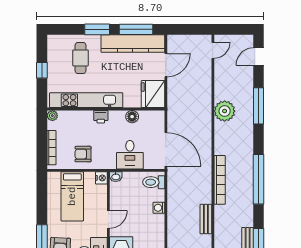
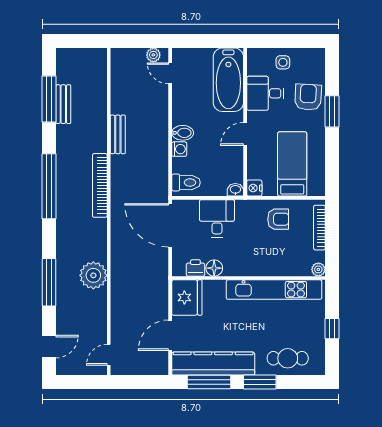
cafe table: (80, 58) -> (288, 358), moved, turned 90
printer: (101, 117) -> (195, 268), moved
bidet: (156, 220) -> (183, 133), added

